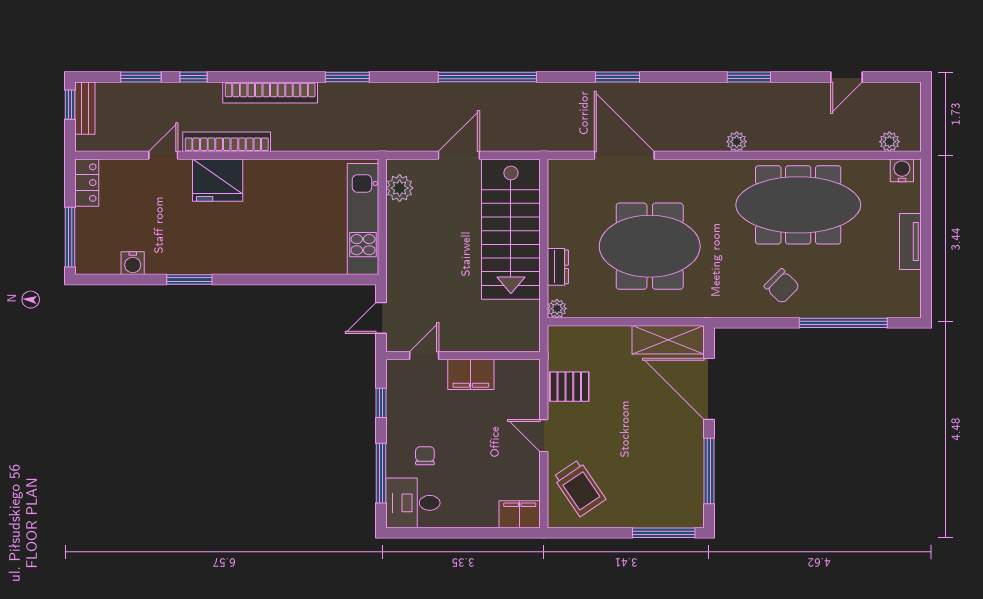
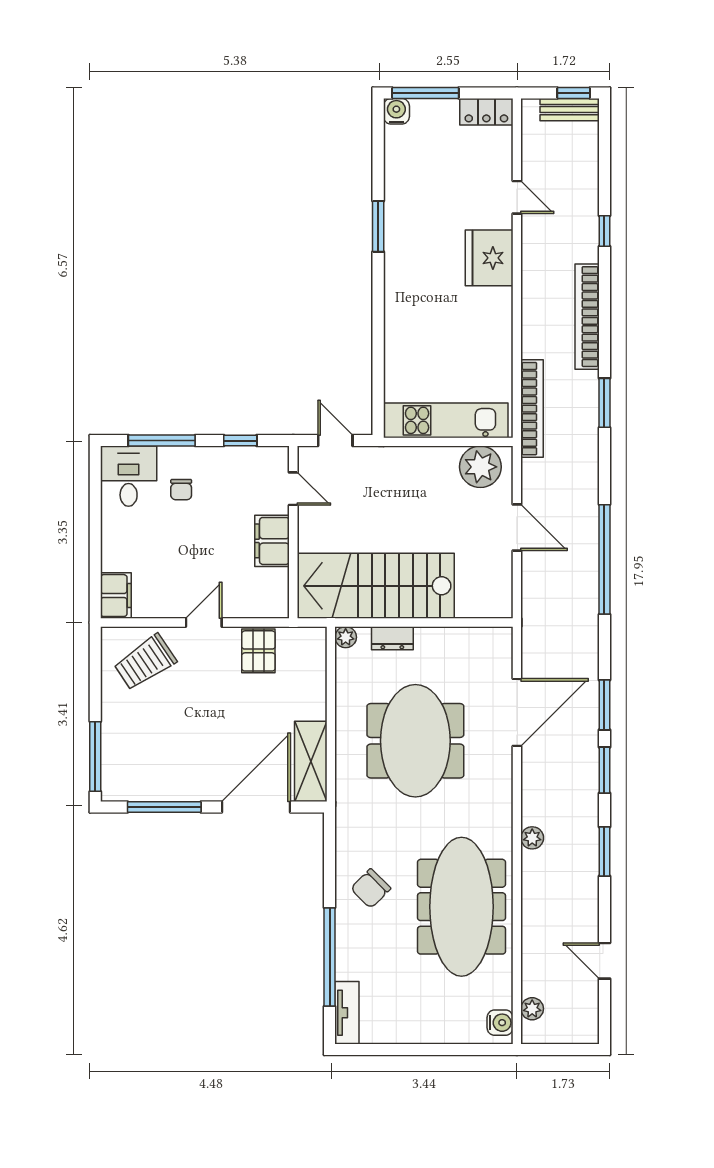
window: (141, 77) -> (604, 770), moved
bookcase: (227, 142) -> (532, 409), moved
plant: (400, 188) -> (480, 467), width x1.36, depth x1.36
stairs: (511, 229) -> (376, 586), moved
tv unit: (910, 241) -> (347, 1013), moved, turned 90
water cooler: (133, 263) -> (396, 111), moved, turned 90
chair: (425, 456) -> (181, 490), turned 90

